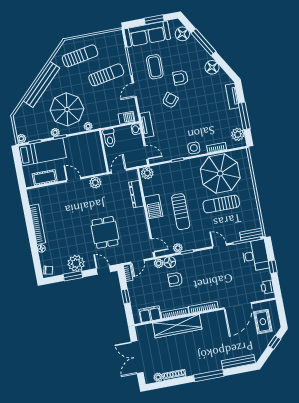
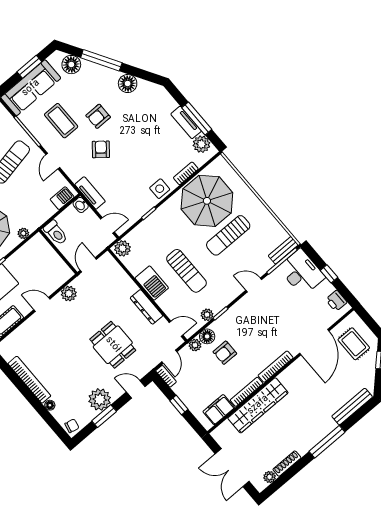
tv unit: (232, 96) -> (186, 122), moved
dresser: (136, 194) -> (146, 307), moved

